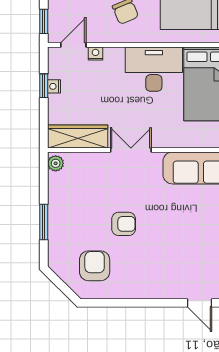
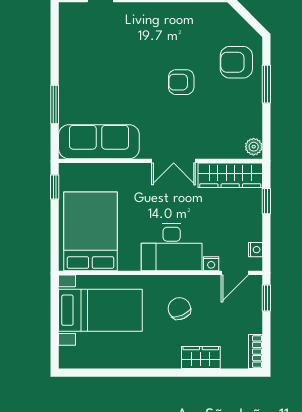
desk: (154, 69) -> (172, 247), moved
window: (44, 86) -> (266, 201), moved
nightstand: (54, 86) -> (256, 250), moved
armchair: (95, 266) -> (236, 62), moved, turned 90

